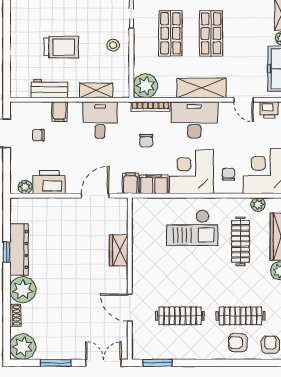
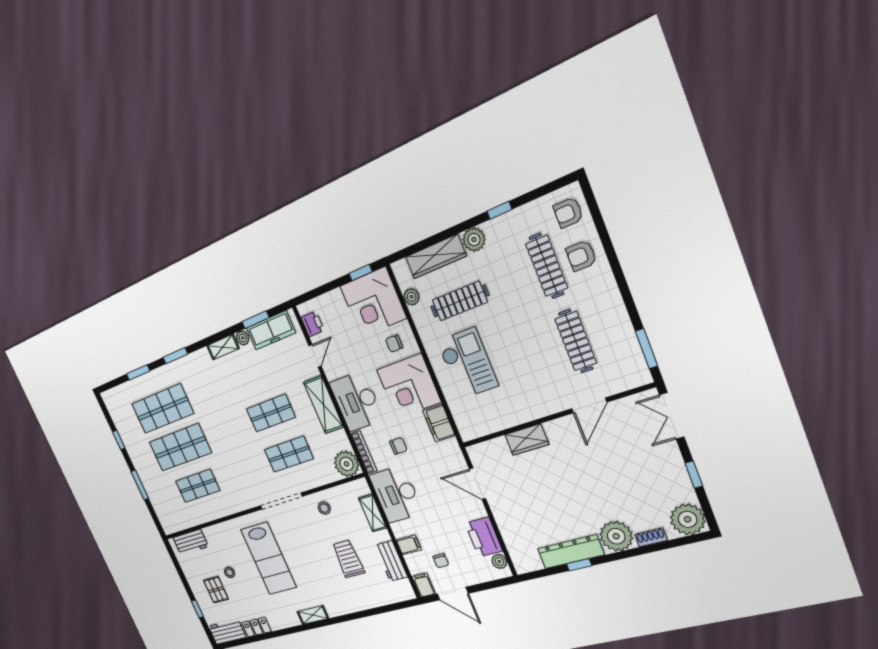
desk: (100, 120) -> (396, 494), width x1.37
filing cabinet: (130, 183) -> (424, 585), moved, turned 90
armchair: (238, 342) -> (581, 256), turned 90
window: (56, 363) -> (694, 475), width x0.67

